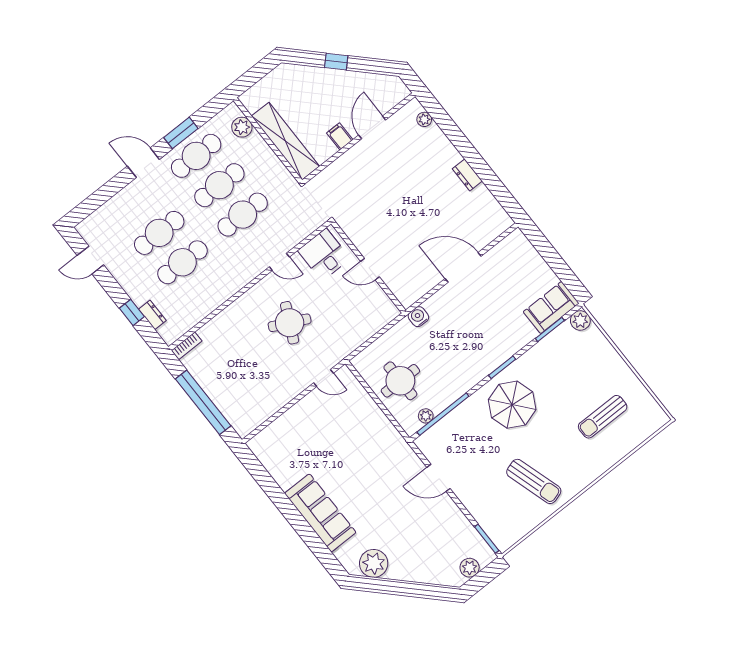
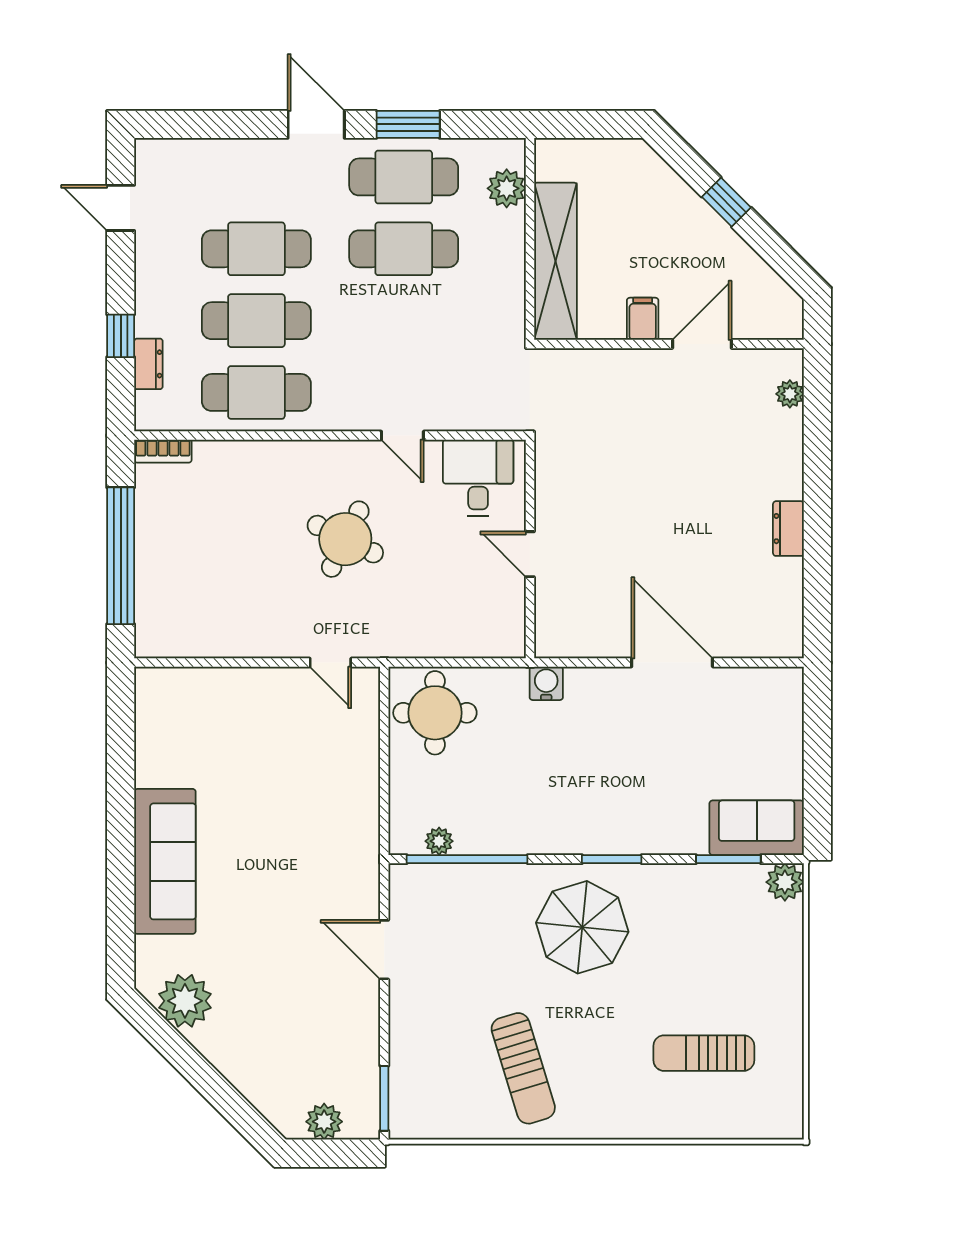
cafe table: (243, 215) -> (256, 392), moved
round table: (400, 381) -> (435, 713), moved

